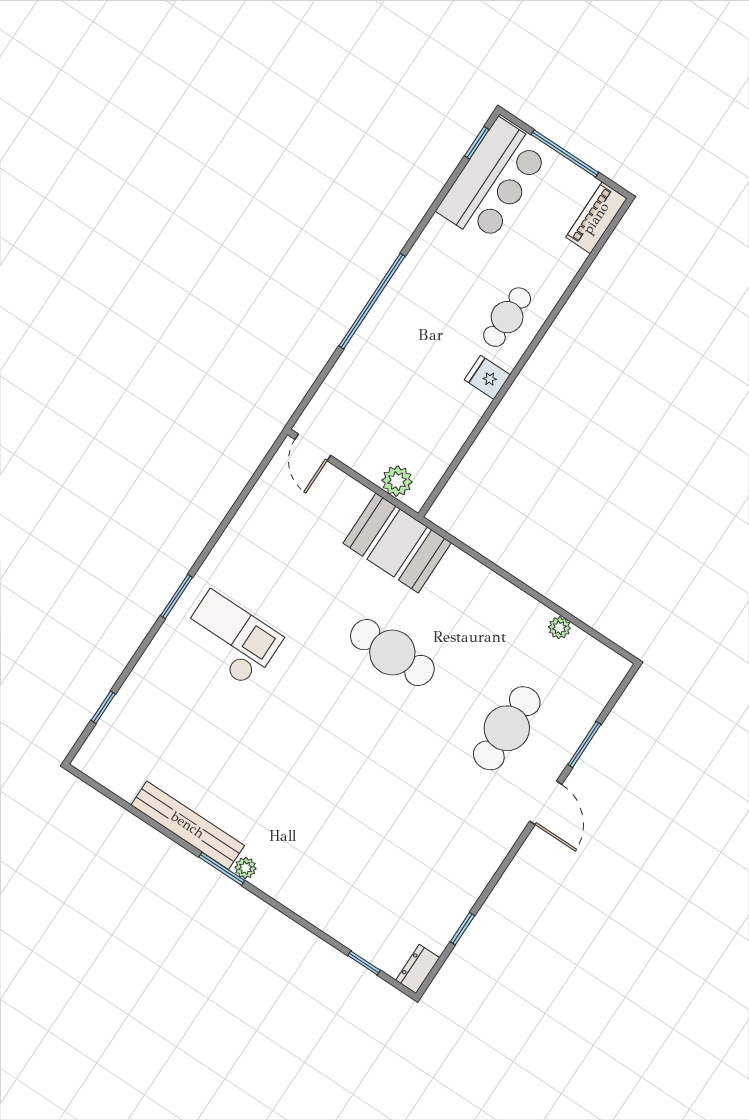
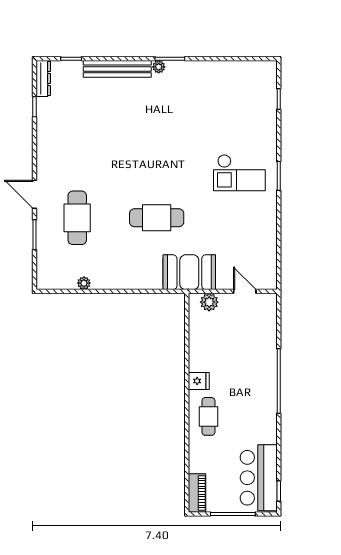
door: (313, 447) -> (245, 291), moved
bench: (188, 825) -> (117, 69), moved
dresser: (418, 969) -> (43, 79), width x1.44

